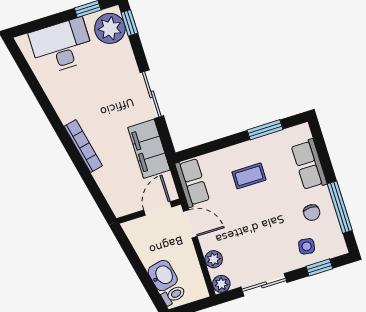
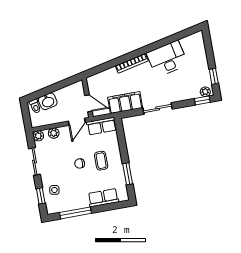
plant: (110, 28) -> (205, 92), width x0.53, depth x0.53
desk: (62, 46) -> (167, 59), moved, turned -102
chair: (312, 213) -> (80, 163), moved

